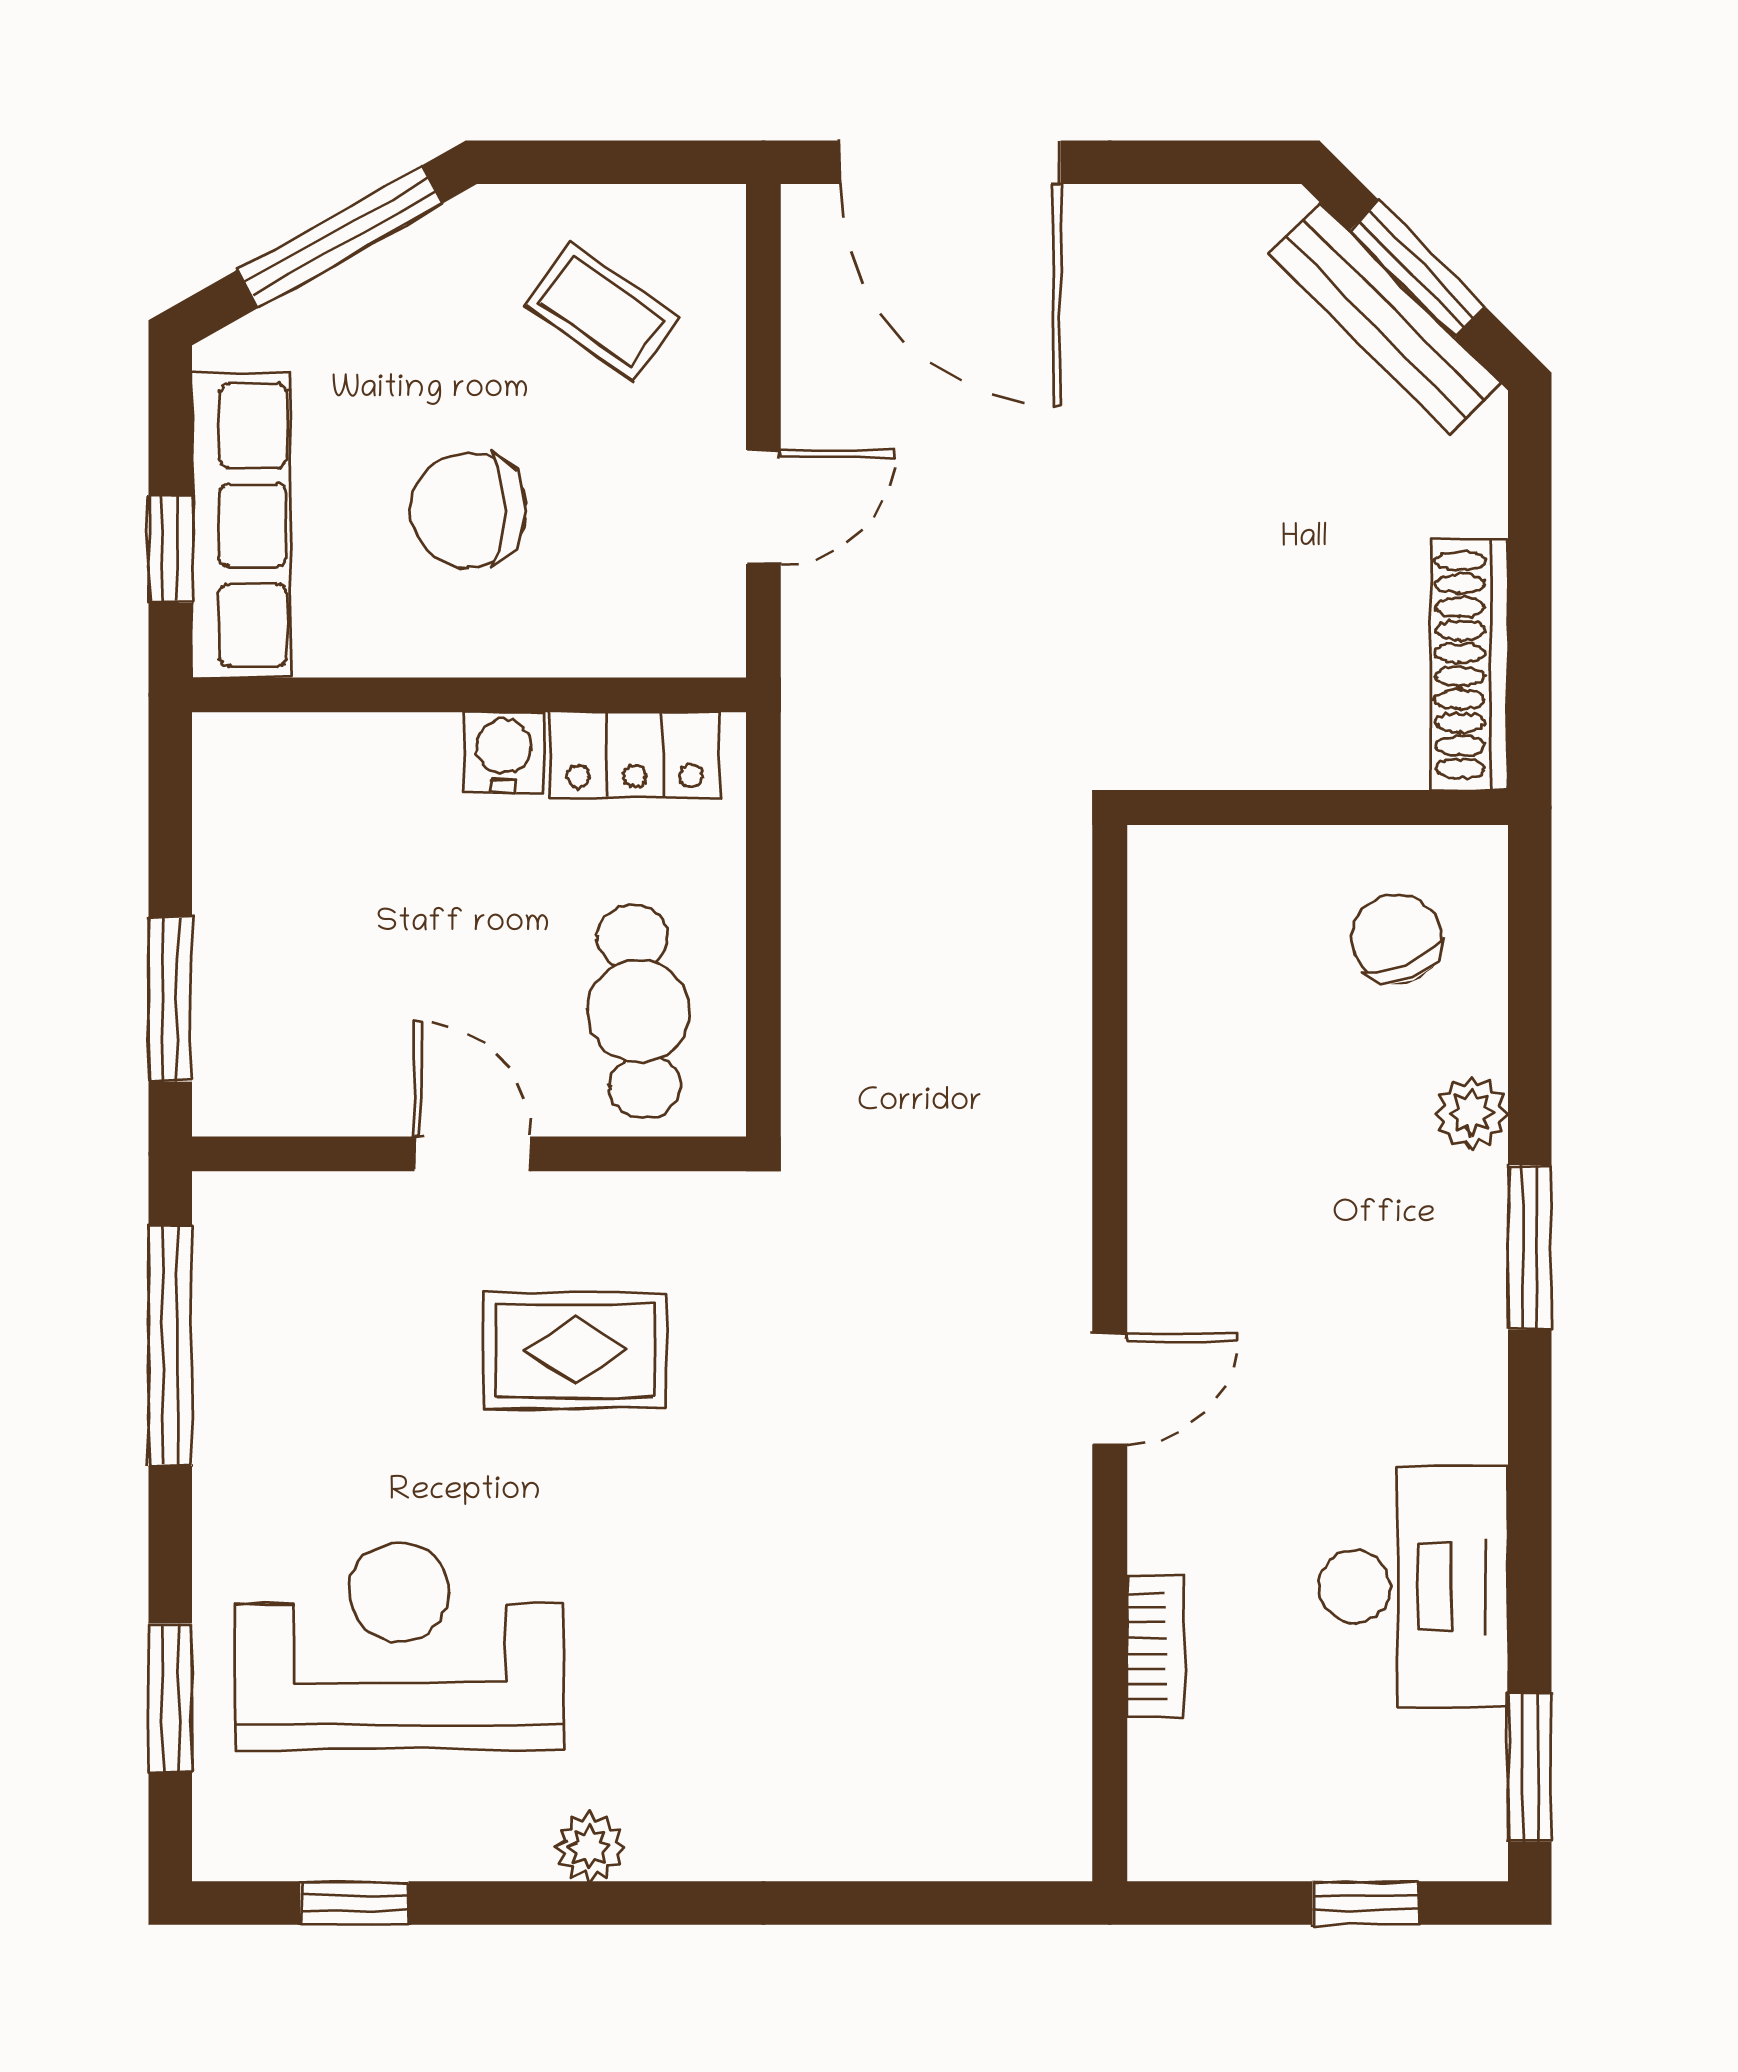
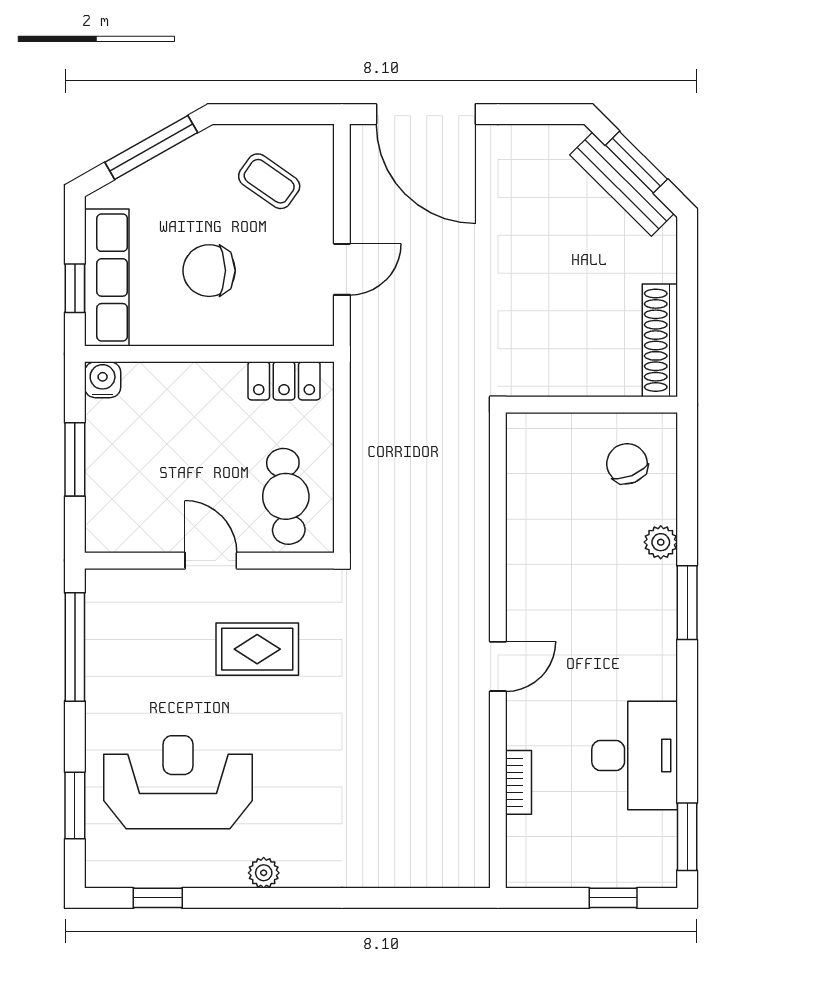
water cooler: (504, 752) -> (103, 380), moved
window: (170, 999) -> (75, 459), moved

